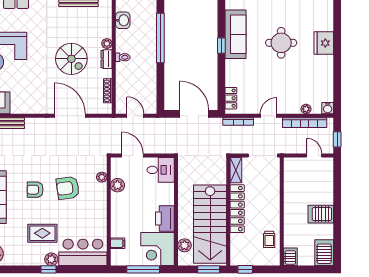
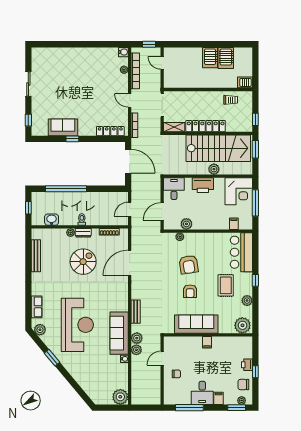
sofa: (235, 34) -> (63, 127), width x0.73
round table: (281, 43) -> (70, 90), removed
fridge: (324, 43) -> (70, 55), removed
locker: (231, 98) -> (110, 131), width x1.53
door: (194, 114) -> (128, 161), swing flipped
door: (314, 156) -> (162, 63), hinge flipped
printer: (165, 219) -> (203, 185), moved
plant: (184, 245) -> (214, 169), moved
server rack: (324, 253) -> (226, 58), moved, turned -90
plant: (51, 259) -> (247, 301), moved

